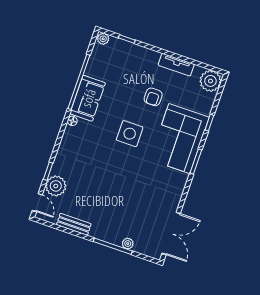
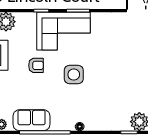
sofa: (88, 98) -> (32, 120), moved

